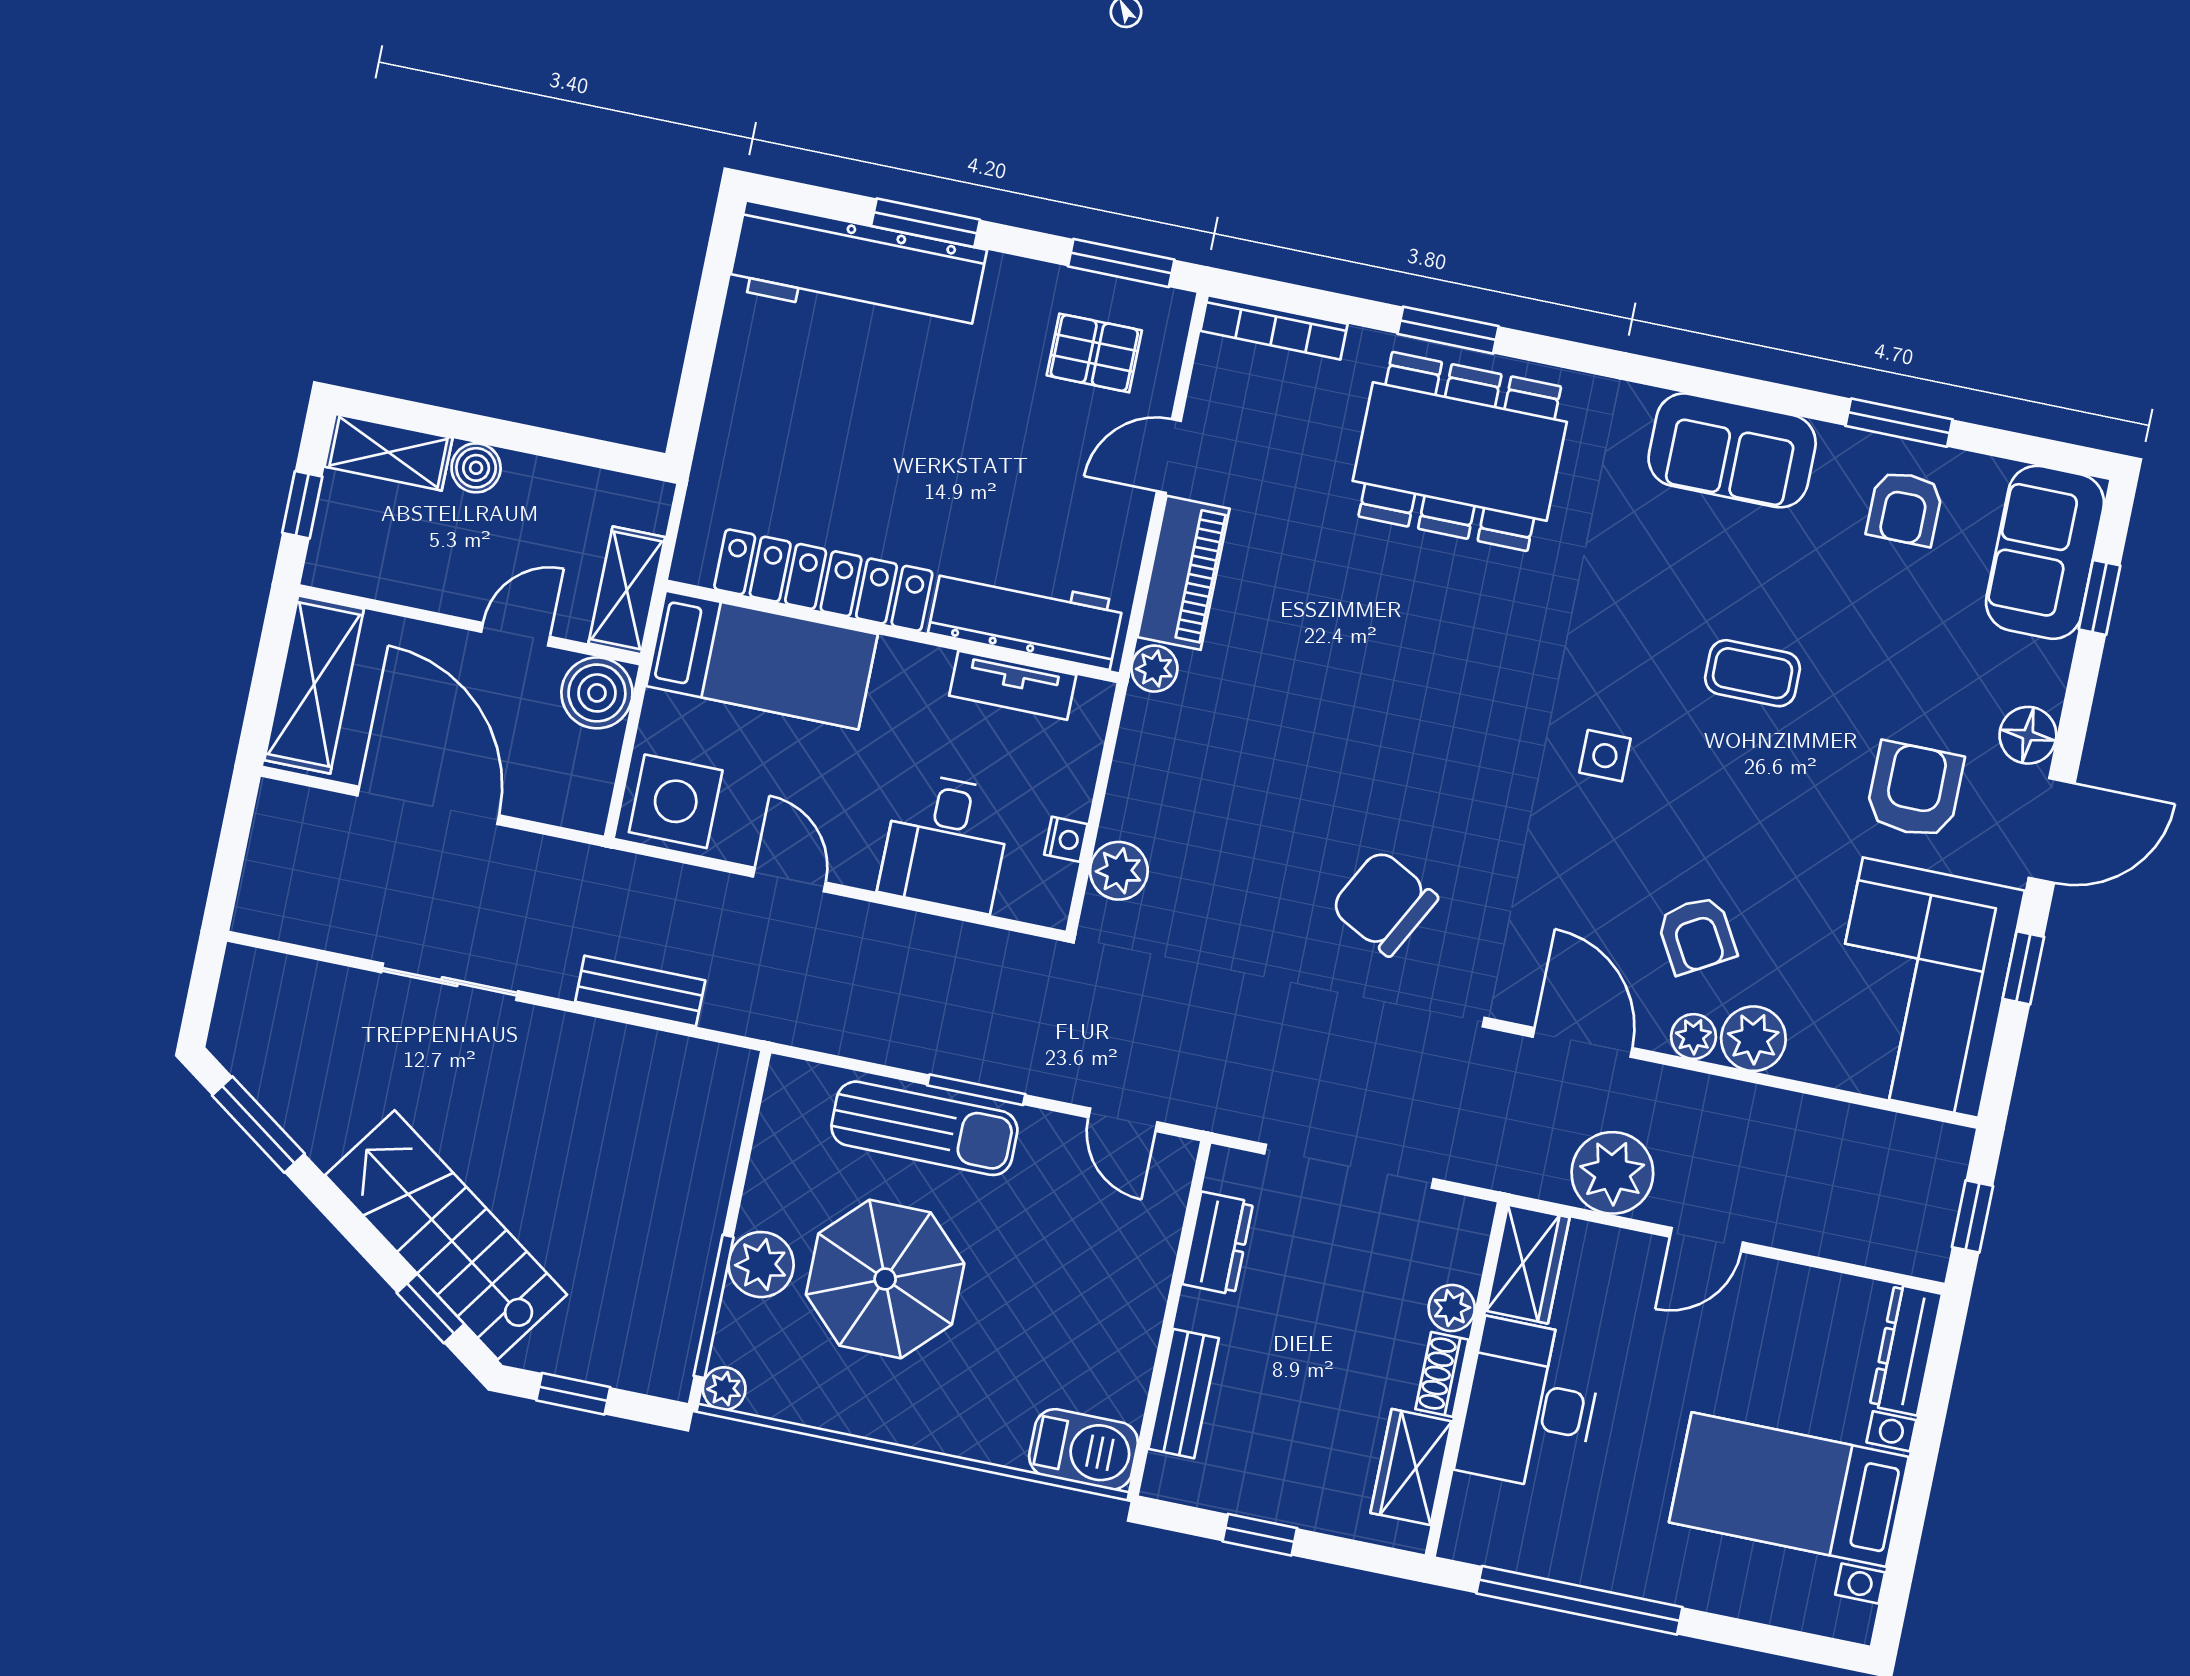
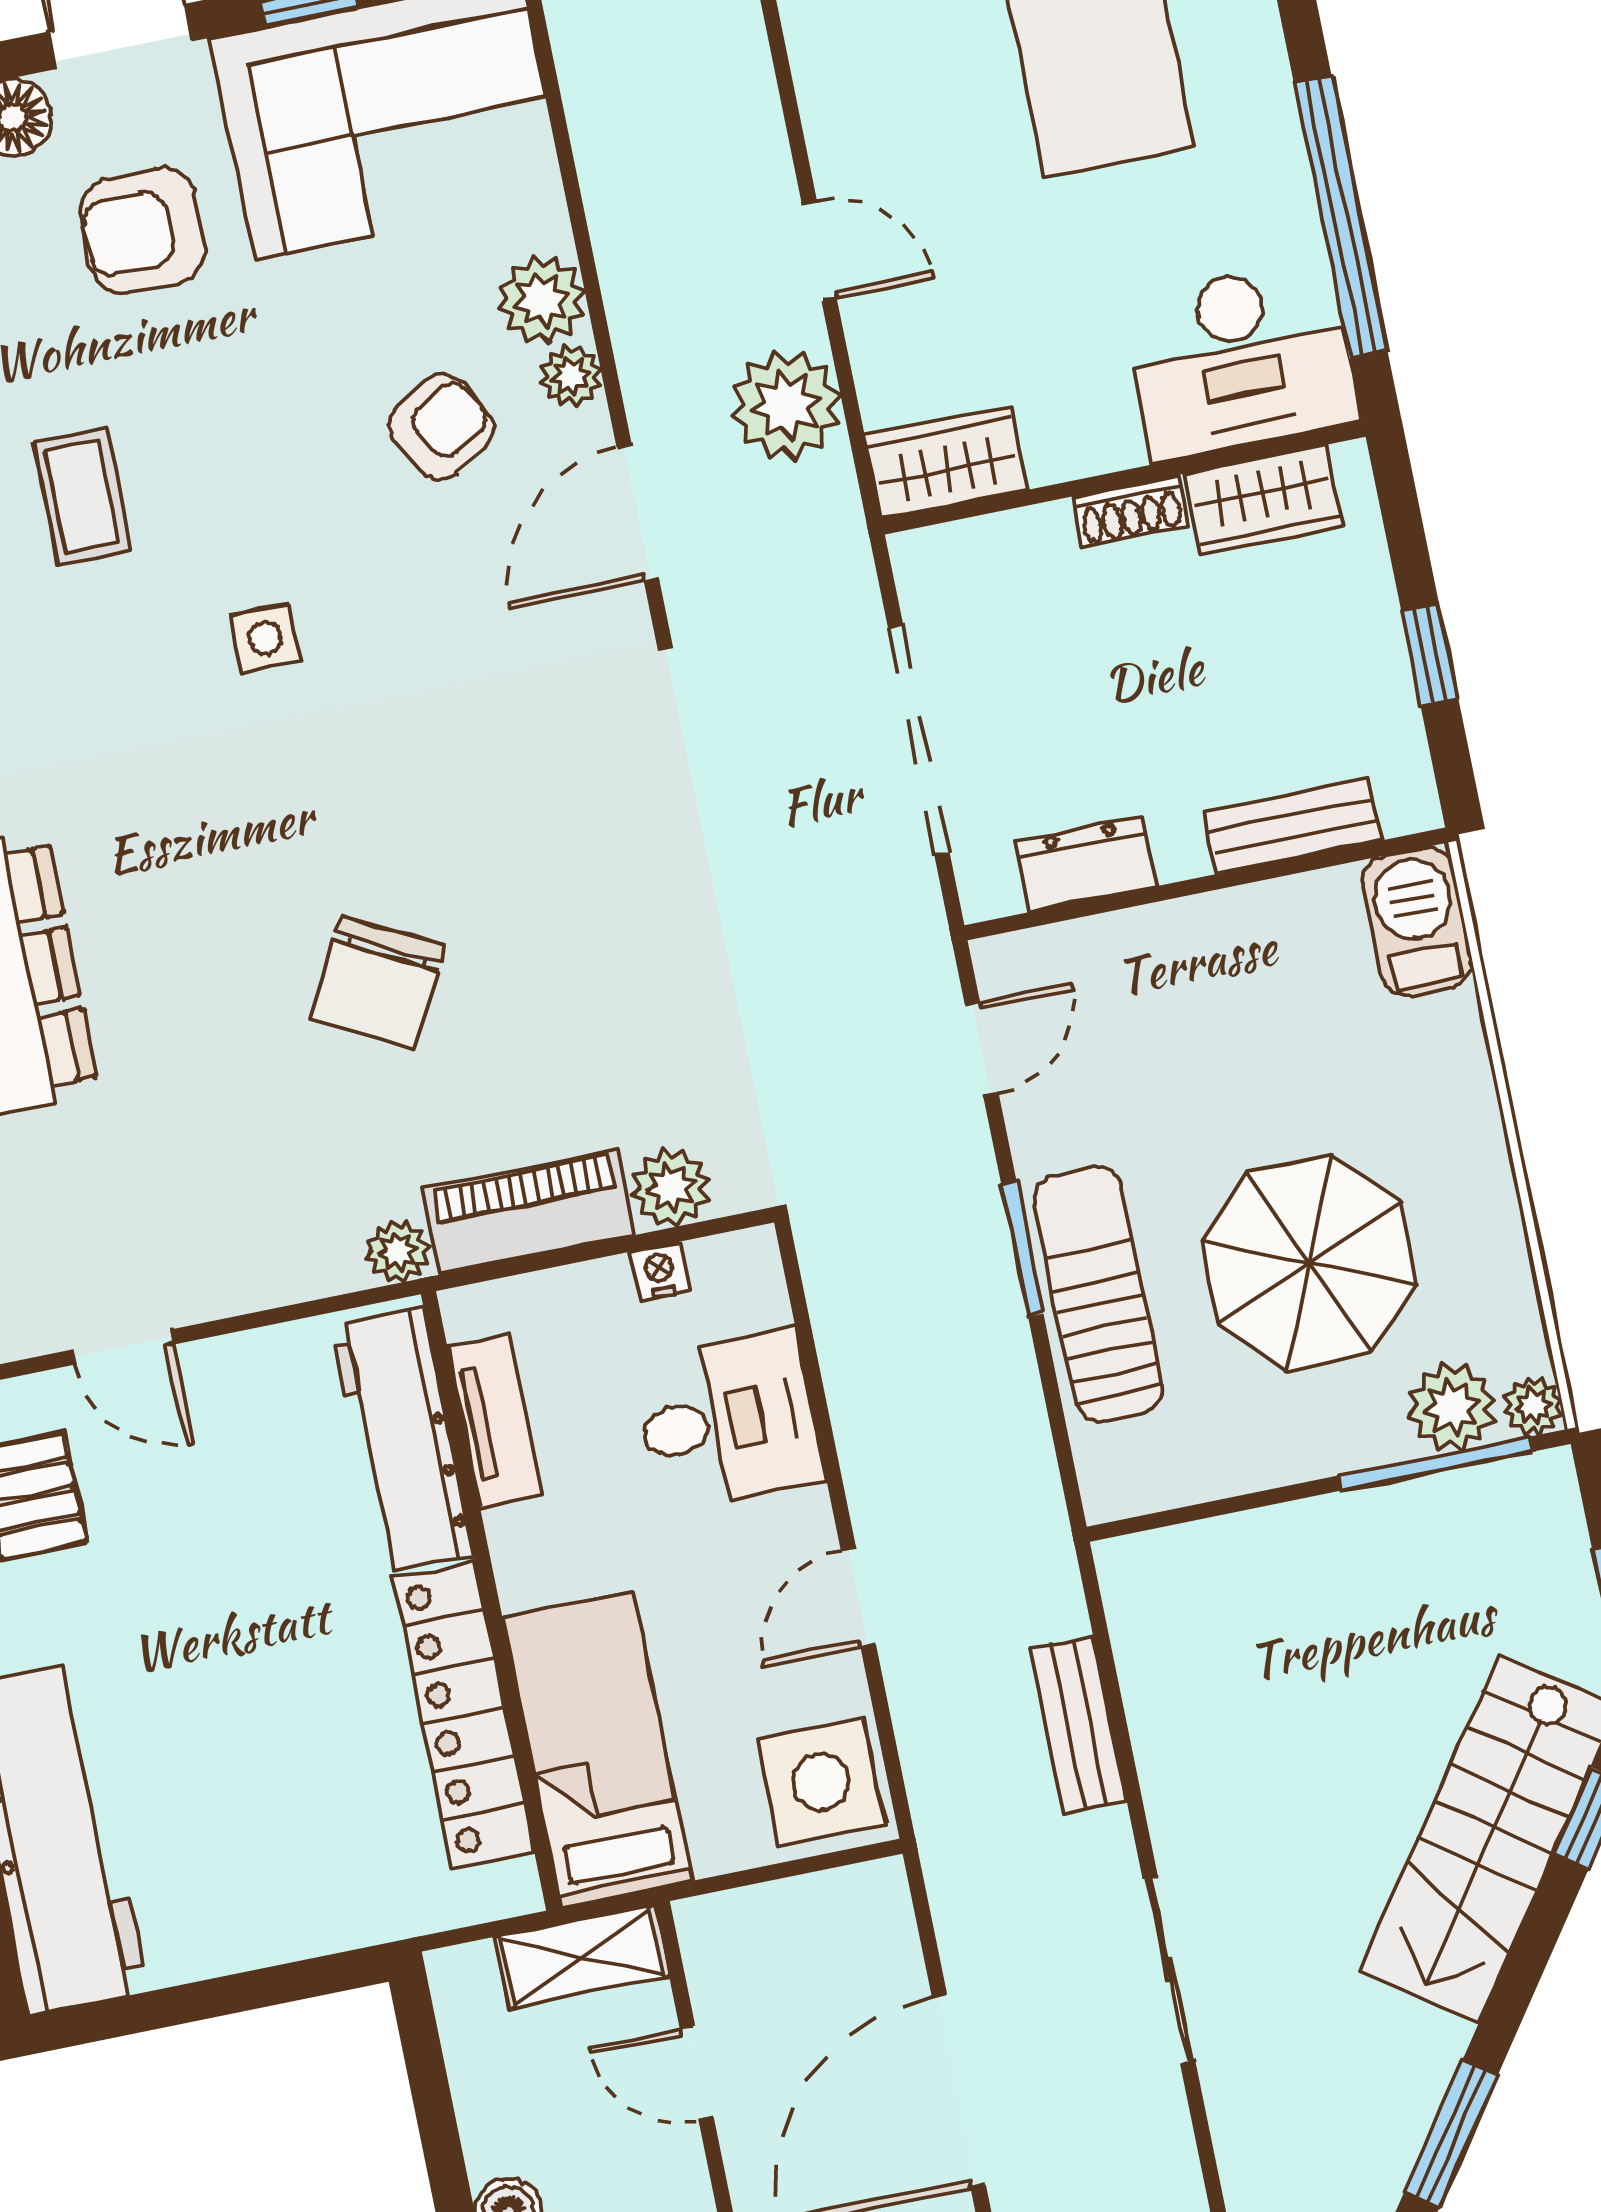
piano: (1184, 573) -> (528, 1212), moved
boiler: (597, 693) -> (727, 1939), removed
chair: (1384, 903) -> (378, 982), moved
plant: (761, 1265) -> (1452, 1407), moved
plant: (1452, 1308) -> (1042, 535), removed
desk: (1530, 1405) -> (1240, 360), moved

